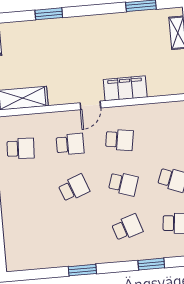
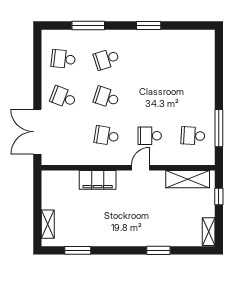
door: (90, 105) -> (140, 168), moved
school desk: (74, 188) -> (150, 97), removed
window: (151, 264) -> (88, 26), width x1.44

